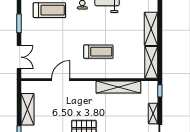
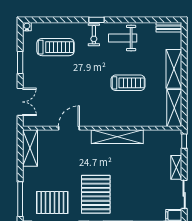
treadmill: (98, 52) -> (128, 83), moved
shelving: (118, 87) -> (117, 137), moved
shelving: (27, 109) -> (30, 148), moved

